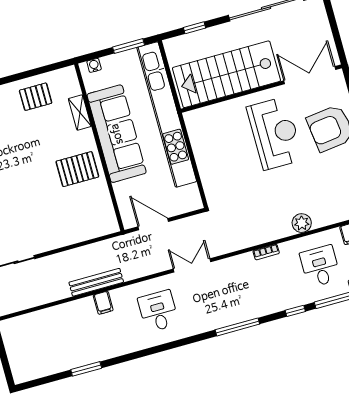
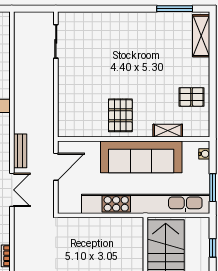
pallet: (36, 97) -> (191, 97), turned 90
bench: (96, 282) -> (20, 151), moved, width x0.73

